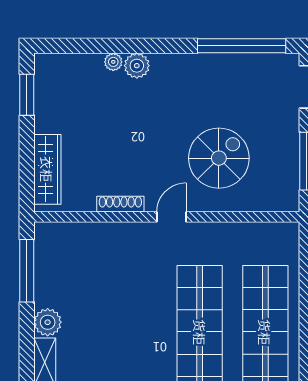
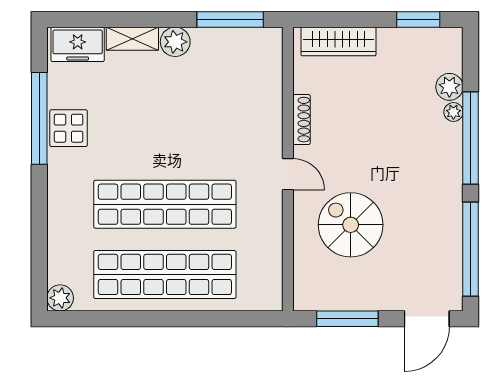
window: (138, 46) -> (471, 138), added
plant: (137, 66) -> (449, 87), moved
spiral stairs: (219, 158) -> (351, 225), turned 180

